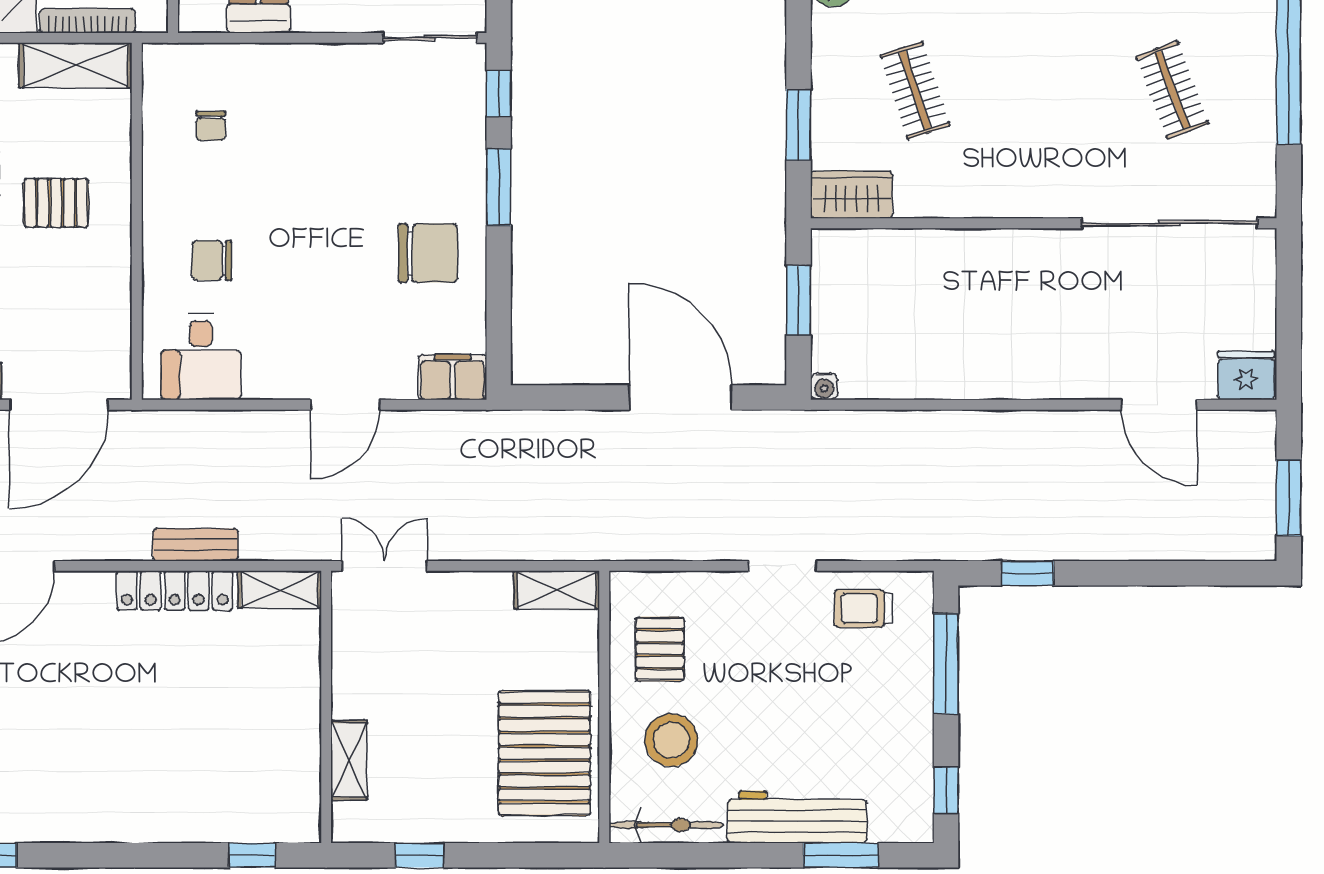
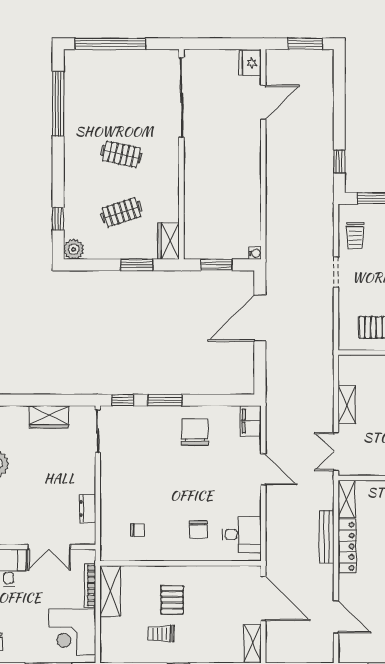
clothes rail: (1172, 90) -> (121, 154), moved, turned 33
bench: (195, 545) -> (326, 537), width x1.36
shelving: (557, 590) -> (347, 405), moved

